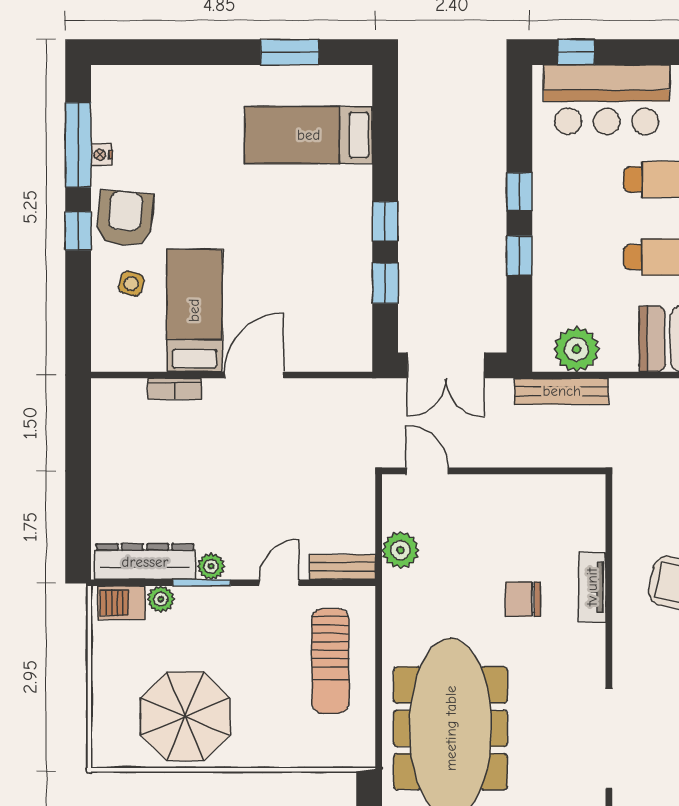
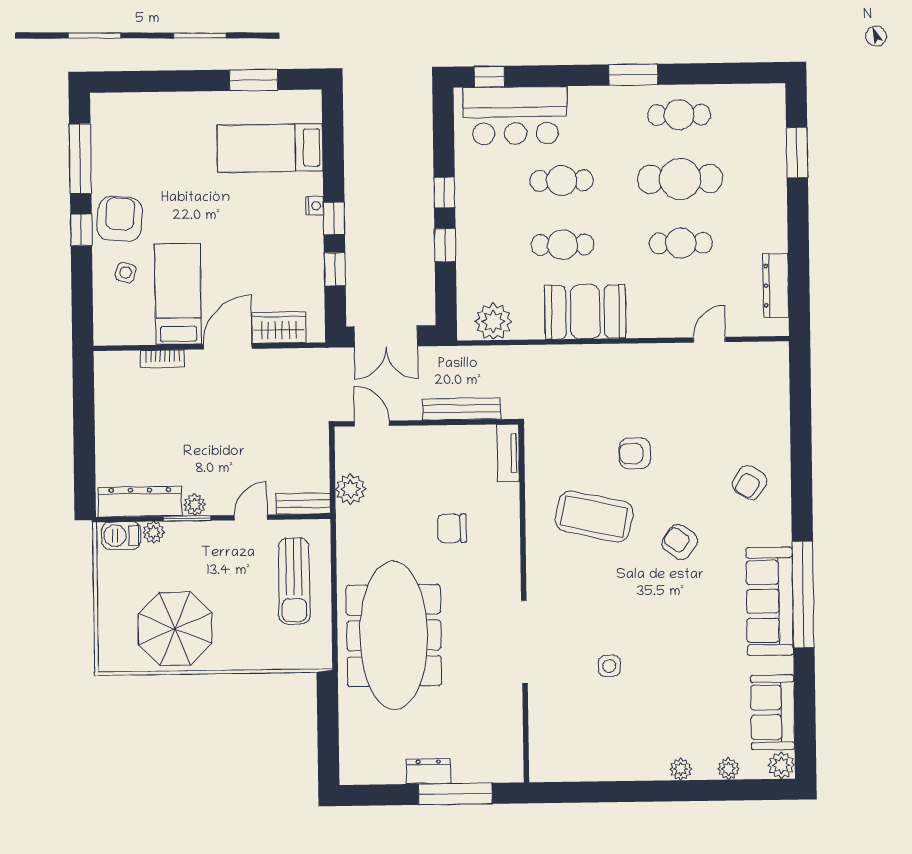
nightstand: (101, 155) -> (315, 206), moved, turned 180
wardrobe: (316, 353) -> (279, 328), added
bench: (562, 391) -> (462, 409), moved
tv unit: (592, 587) -> (508, 453), moved

